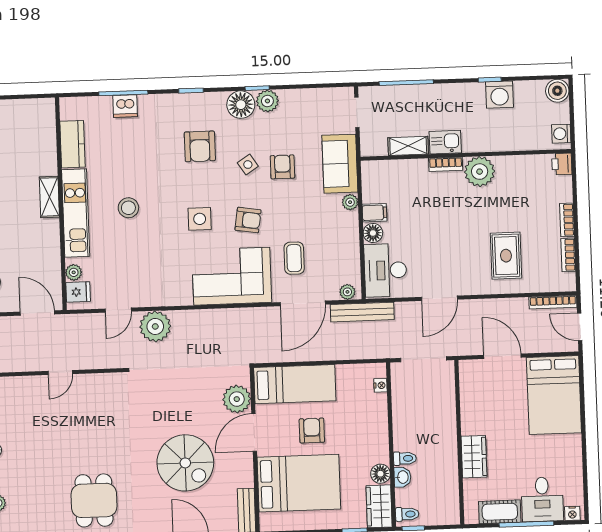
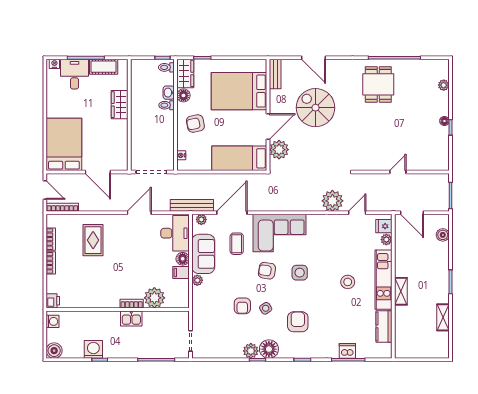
shelving: (408, 146) -> (157, 317), removed
sofa: (340, 164) -> (203, 254), moved
plant: (480, 172) -> (154, 298), moved
armchair: (312, 431) -> (195, 124), moved, turned 78

